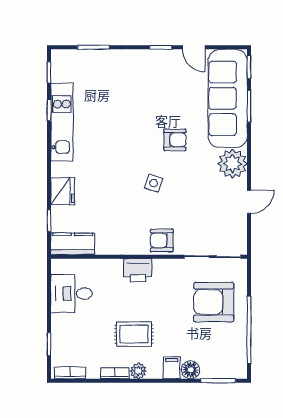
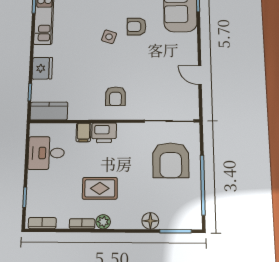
armchair: (175, 140) -> (137, 27), turned 180
plant: (233, 164) -> (185, 45), removed
side table: (154, 183) -> (109, 37), moved
door: (249, 202) -> (200, 75), swing flipped
armchair: (162, 240) -> (115, 96), moved, turned -90
armchair: (214, 302) -> (171, 160), turned -90
filing cabinet: (172, 368) -> (83, 132), moved, turned 180

